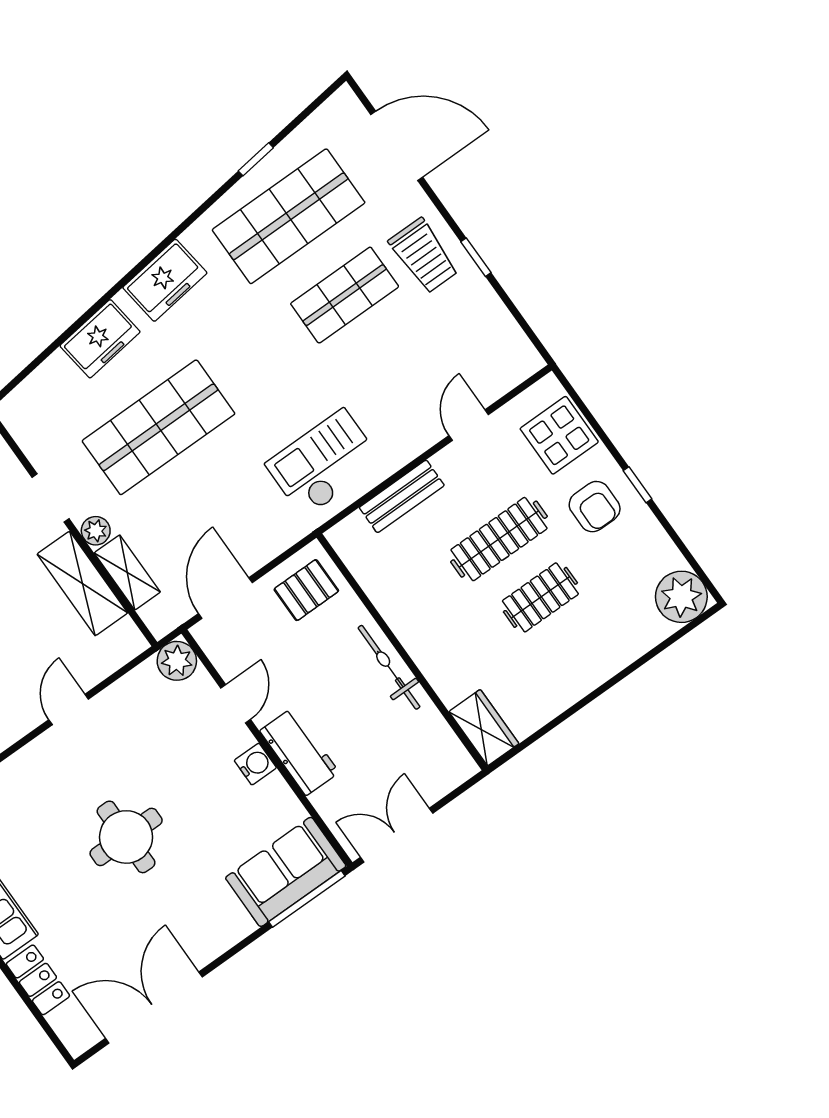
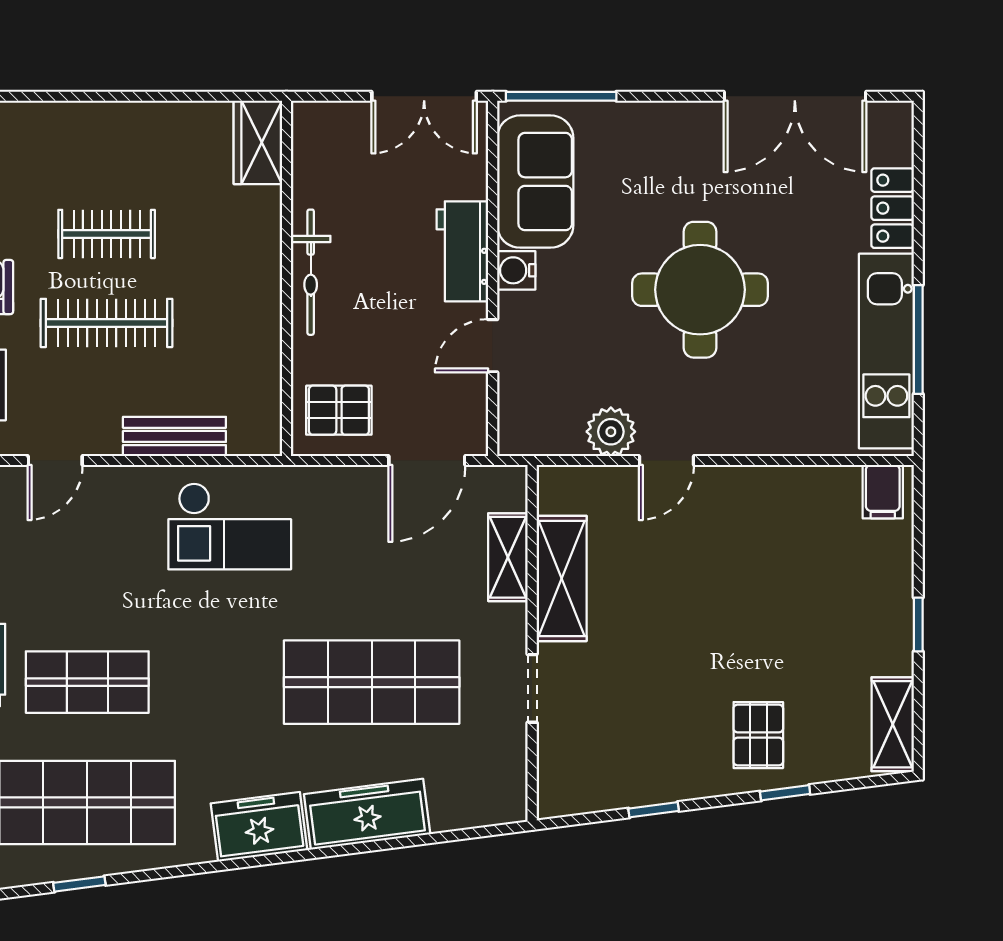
freezer: (100, 339) -> (367, 814), width x1.40
plant: (96, 531) -> (510, 622), removed
plant: (177, 661) -> (611, 432), moved
round table: (126, 837) -> (700, 290), width x1.36, depth x1.36
sofa: (286, 872) -> (535, 182), moved, turned -90

